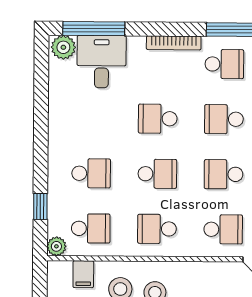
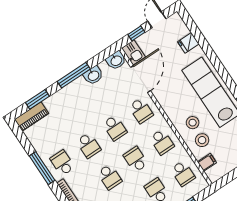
school desk: (91, 228) -> (183, 173), turned 180
school desk: (223, 229) -> (141, 111), turned 180
plant: (56, 246) -> (202, 184), removed

